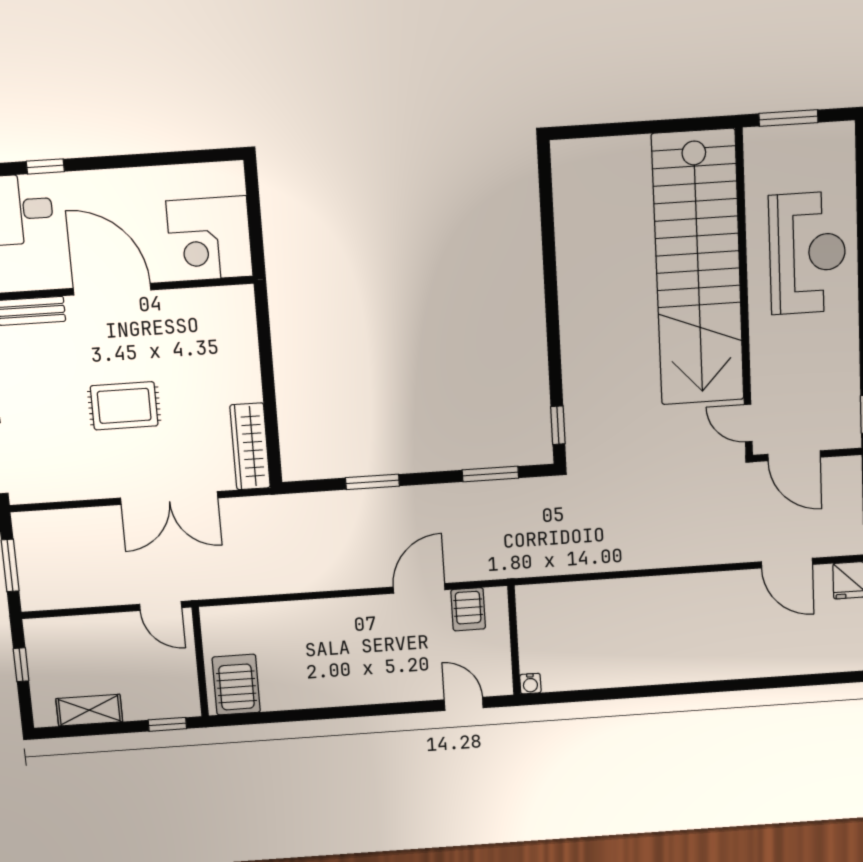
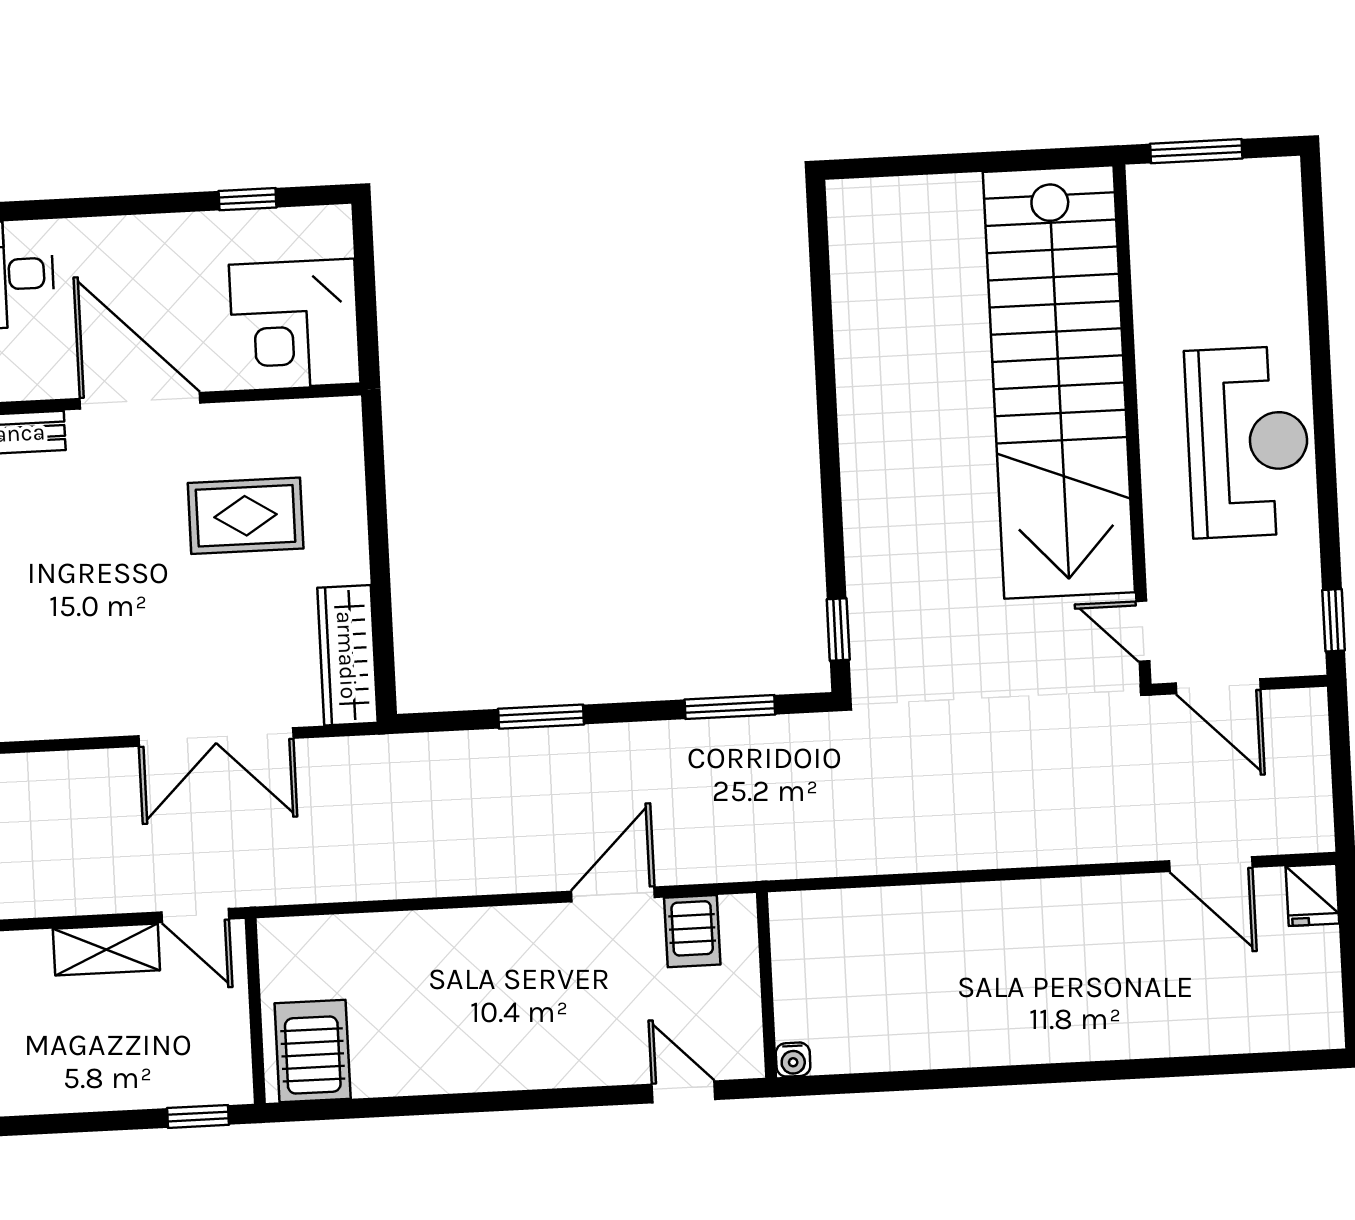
window: (45, 166) -> (248, 199), moved
reception desk: (807, 253) -> (1248, 442), moved
rug: (124, 406) -> (246, 516), moved
shelving: (89, 710) -> (106, 950), moved

